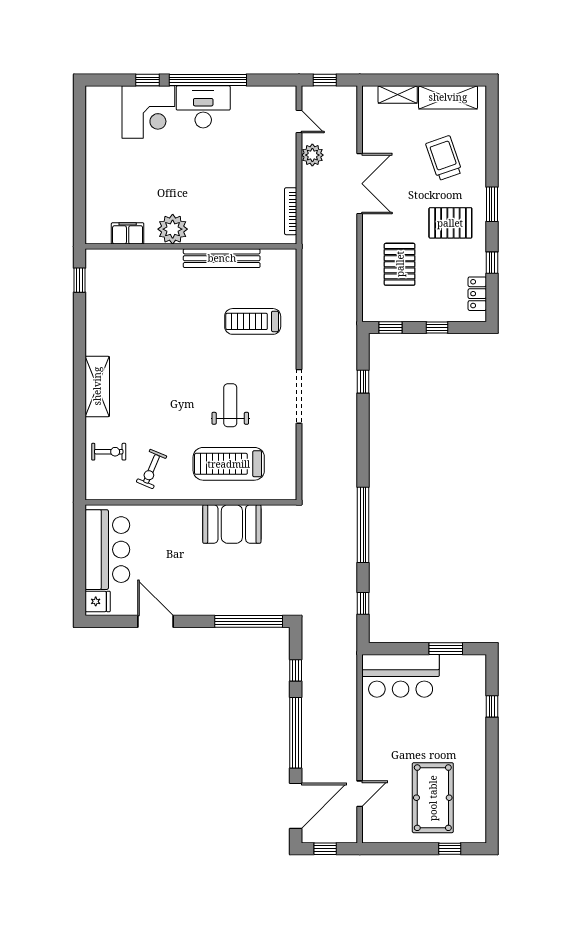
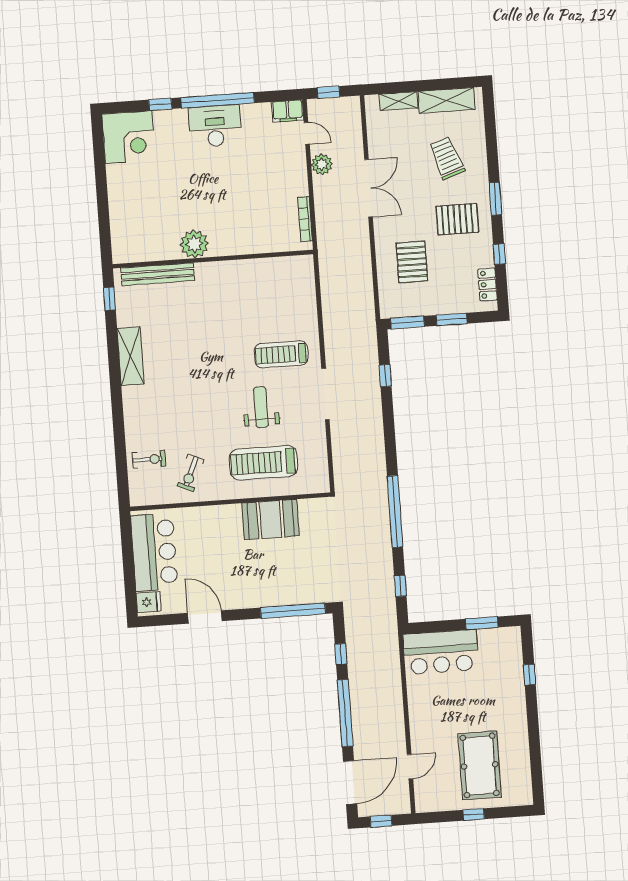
corner desk: (148, 112) -> (129, 137), moved
filing cabinet: (128, 233) -> (288, 111), moved, turned 180
bench: (222, 258) -> (158, 274), moved
treadmill: (253, 321) -> (281, 354), moved
window: (390, 328) -> (408, 323), width x1.50
window: (437, 328) -> (452, 319), width x1.50
shelving: (97, 386) -> (131, 356), moved
window: (450, 849) -> (474, 814), moved

